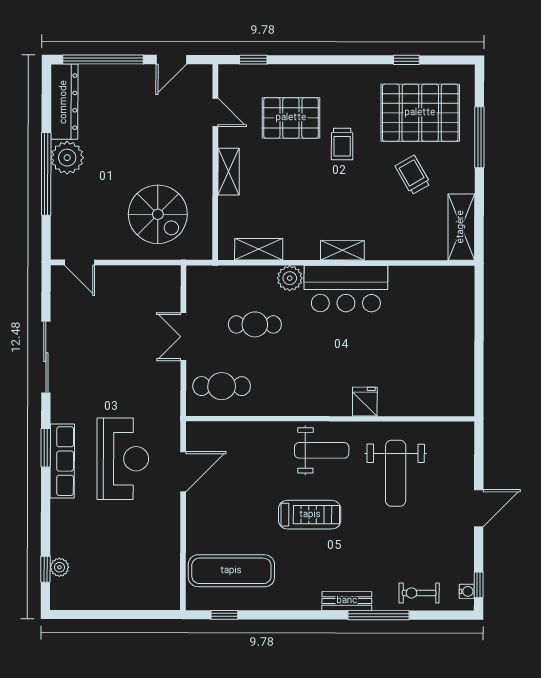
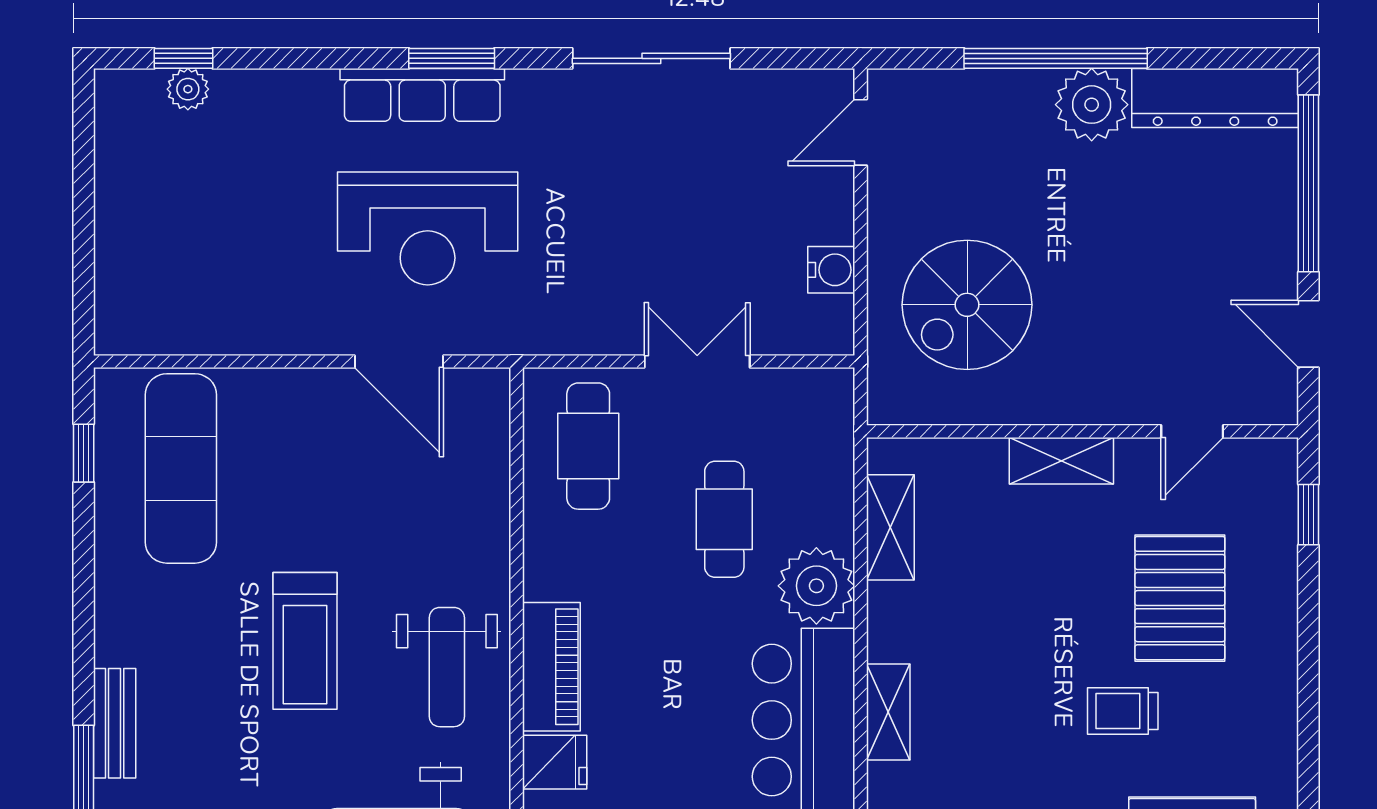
water cooler: (142, 276) -> (831, 270), added
plant: (290, 278) -> (816, 586), width x1.36, depth x1.36
piano: (322, 403) -> (551, 667), added

